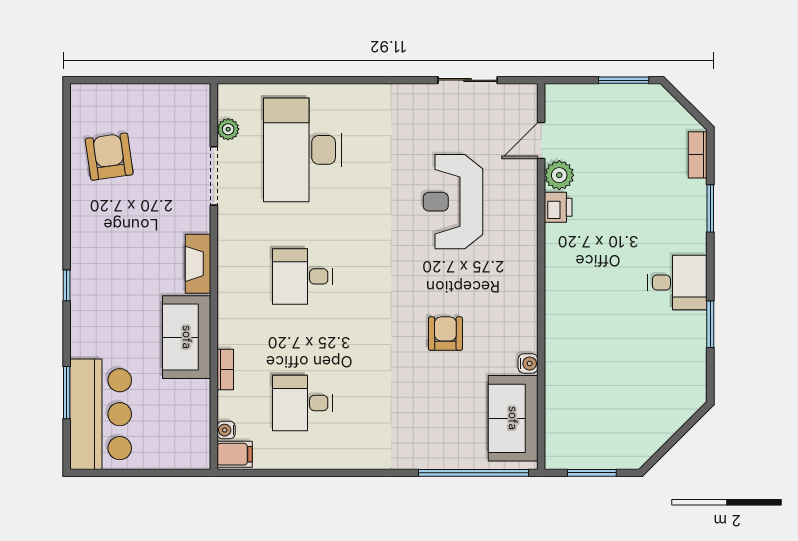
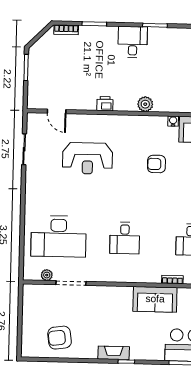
plant: (559, 175) -> (145, 104), moved
printer: (558, 207) -> (105, 104), moved
fireplace: (198, 264) -> (114, 353), moved, turned 180

